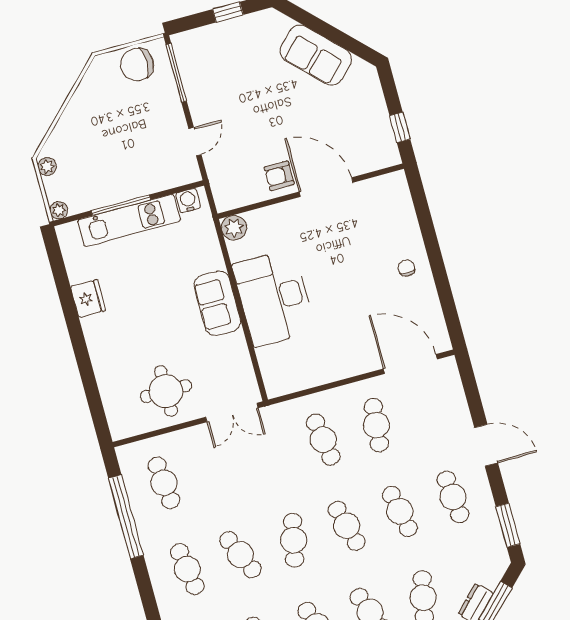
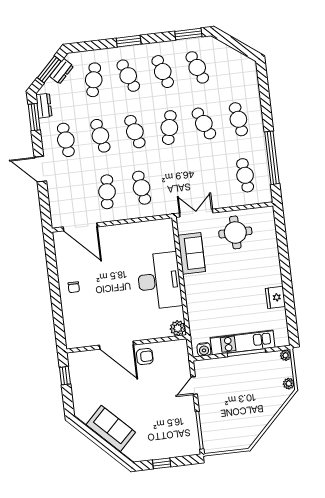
chair: (137, 65) -> (223, 439), removed
sofa: (217, 303) -> (192, 253), moved
dresser: (495, 546) -> (44, 106), added

